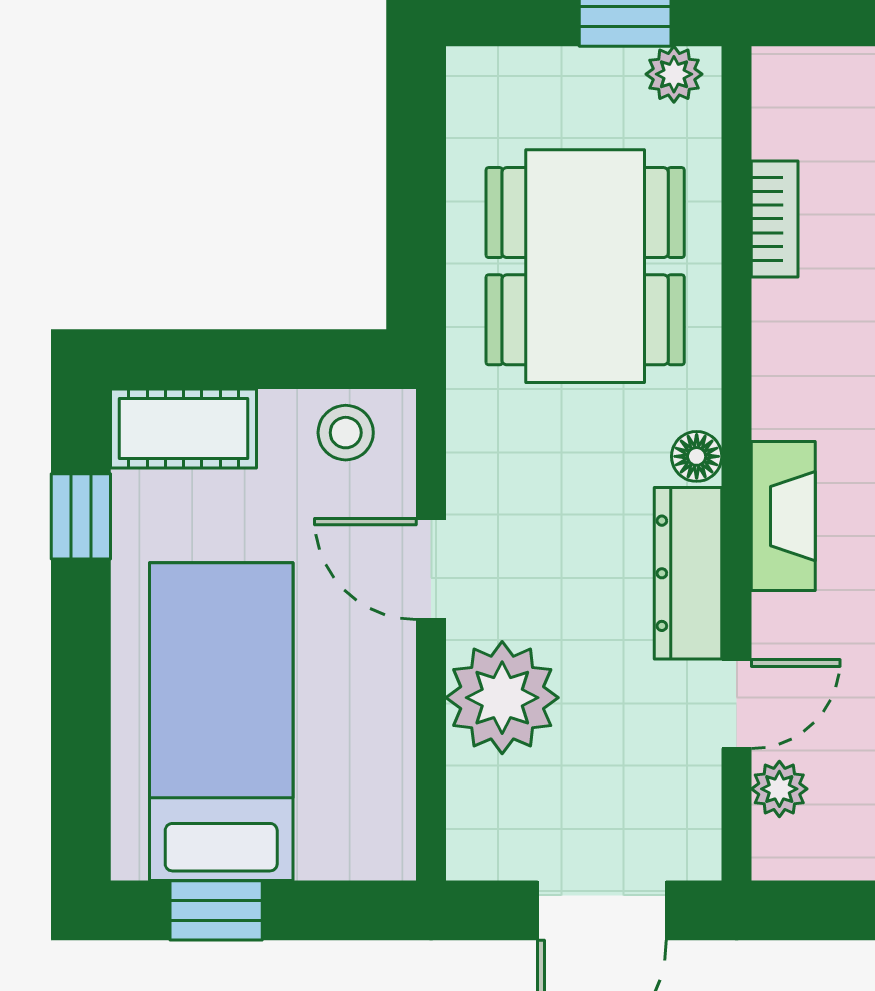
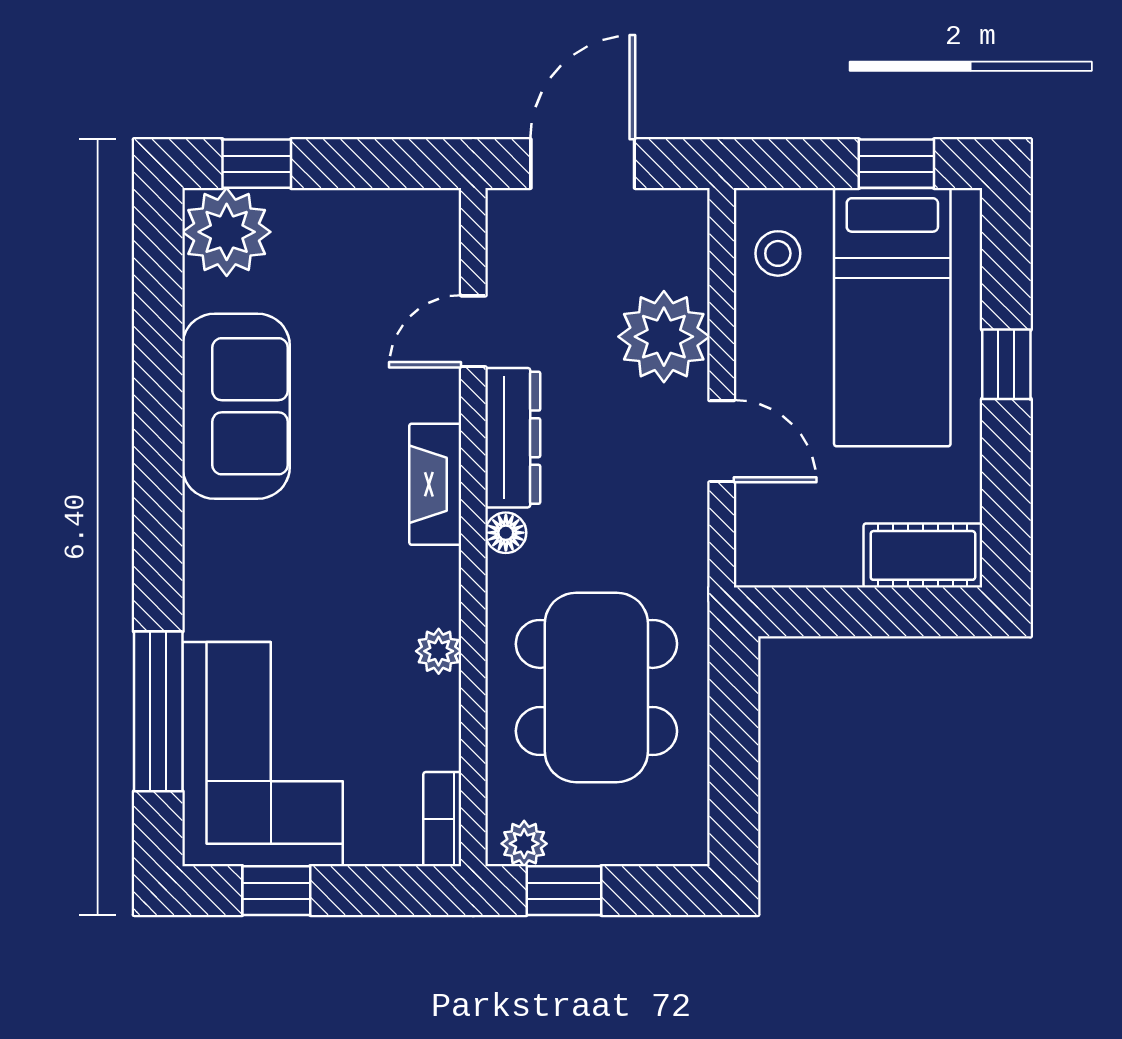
bookcase: (775, 219) -> (442, 819), moved
stool: (346, 433) -> (778, 253), moved
window: (81, 516) -> (1006, 364), moved
plant: (779, 789) -> (439, 651), moved

